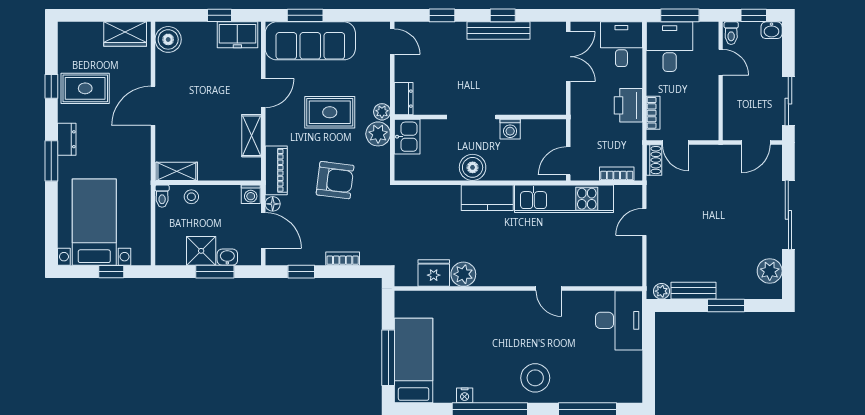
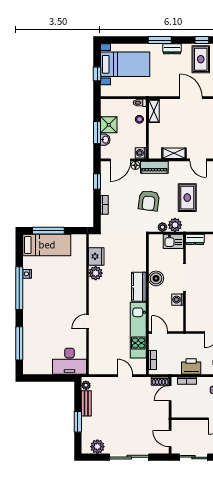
plant: (382, 112) -> (162, 227), moved
stool: (535, 378) -> (37, 314), removed

